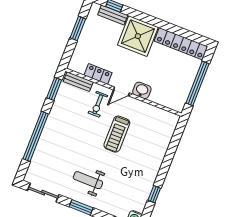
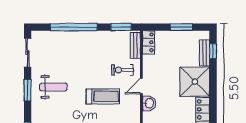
locker: (98, 74) -> (149, 42), moved
door: (121, 91) -> (141, 86), hinge flipped
treadmill: (117, 134) -> (103, 96), turned 180
weight bench: (88, 180) -> (53, 87), turned 90

